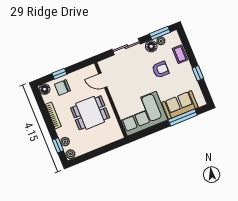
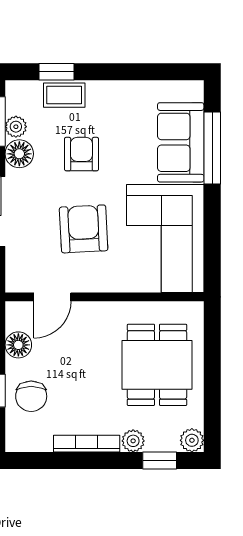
window: (198, 73) -> (56, 72), moved
armchair: (133, 82) -> (84, 229), added
floor lamp: (45, 89) -> (18, 345), moved
dining table: (90, 113) -> (157, 365), moved
plant: (65, 142) -> (133, 441), moved

